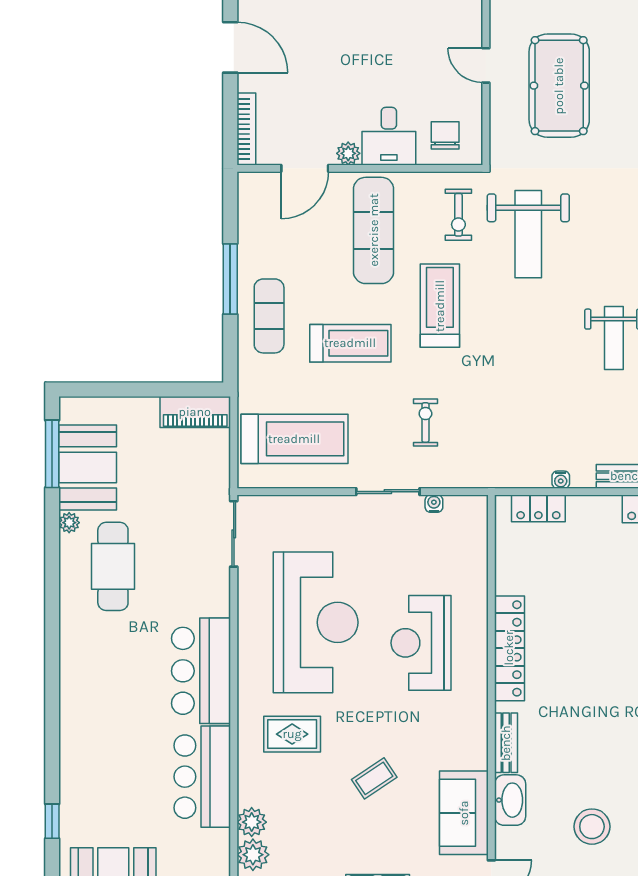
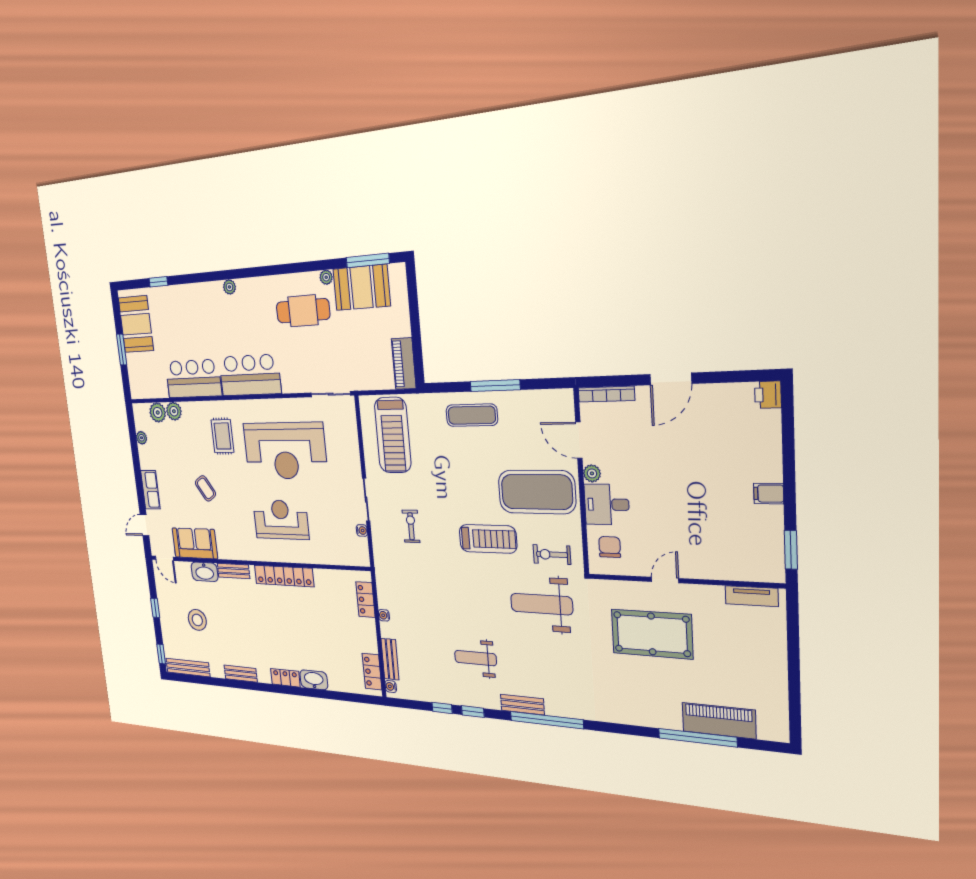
chair: (445, 135) -> (610, 547), turned -90
exercise mat: (374, 230) -> (537, 492), width x1.47
treadmill: (350, 343) -> (458, 474), removed
exercise bike: (425, 423) -> (411, 526), turned -90
plant: (70, 690) -> (229, 287), added

